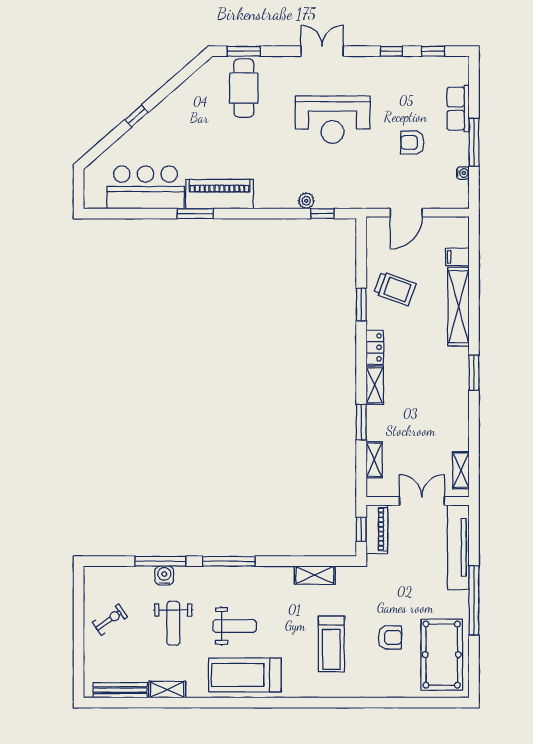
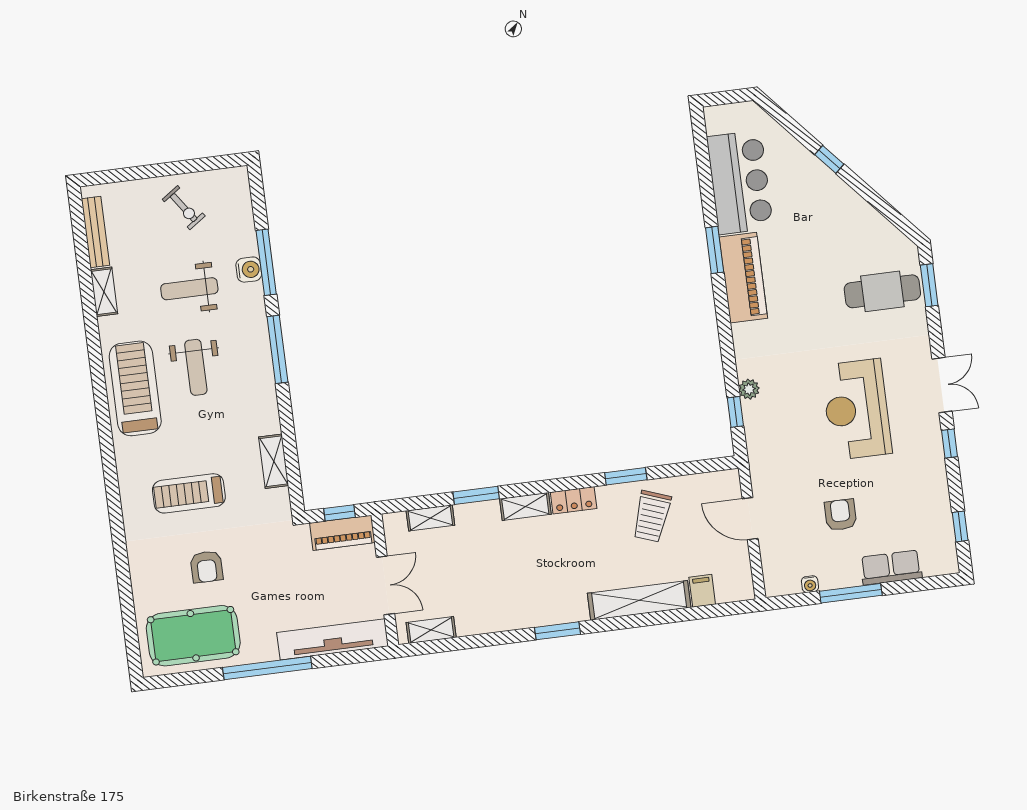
window: (391, 51) -> (950, 444), moved

